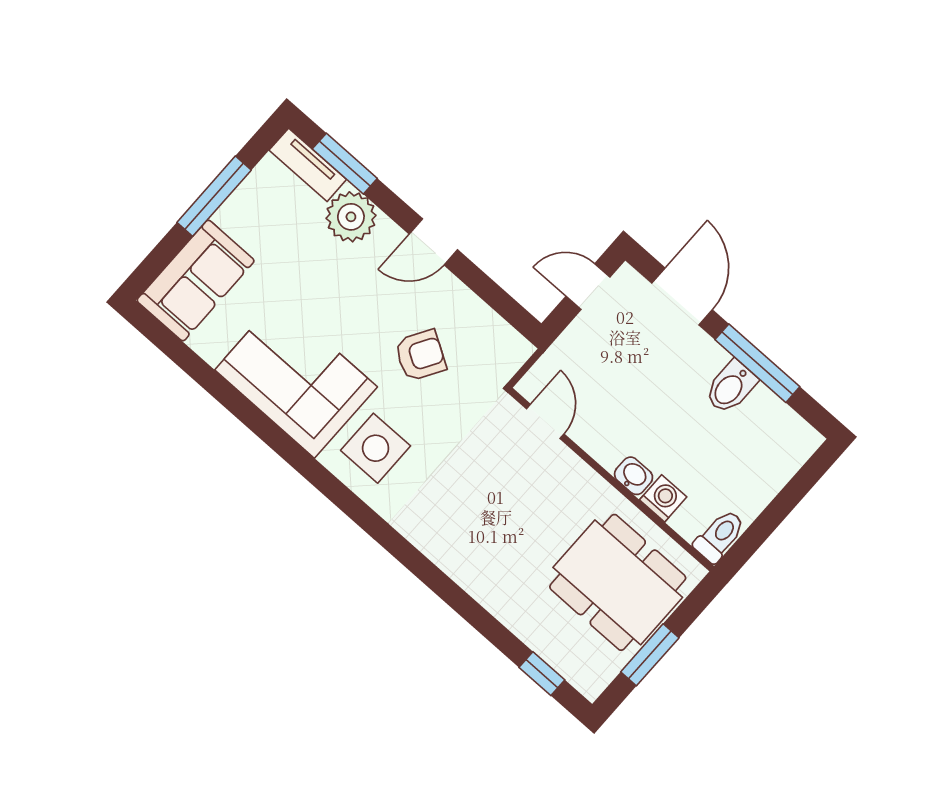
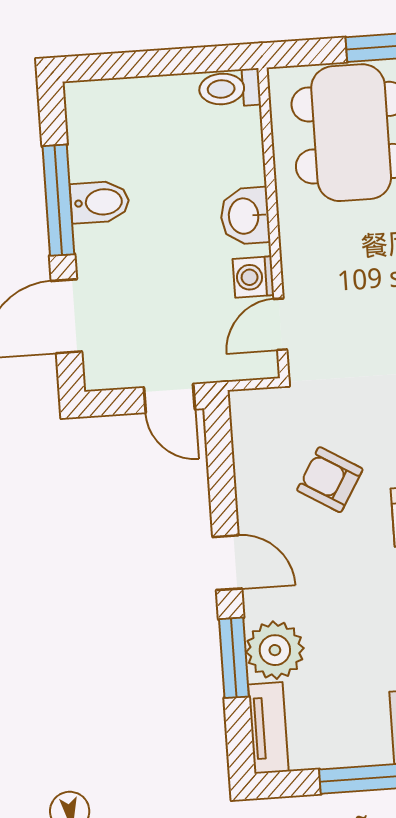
window: (345, 164) -> (234, 658), moved
door: (588, 287) -> (169, 398), moved
washbasin: (634, 476) -> (245, 216), width x1.38, depth x1.45
washing machine: (663, 498) -> (253, 277), moved

